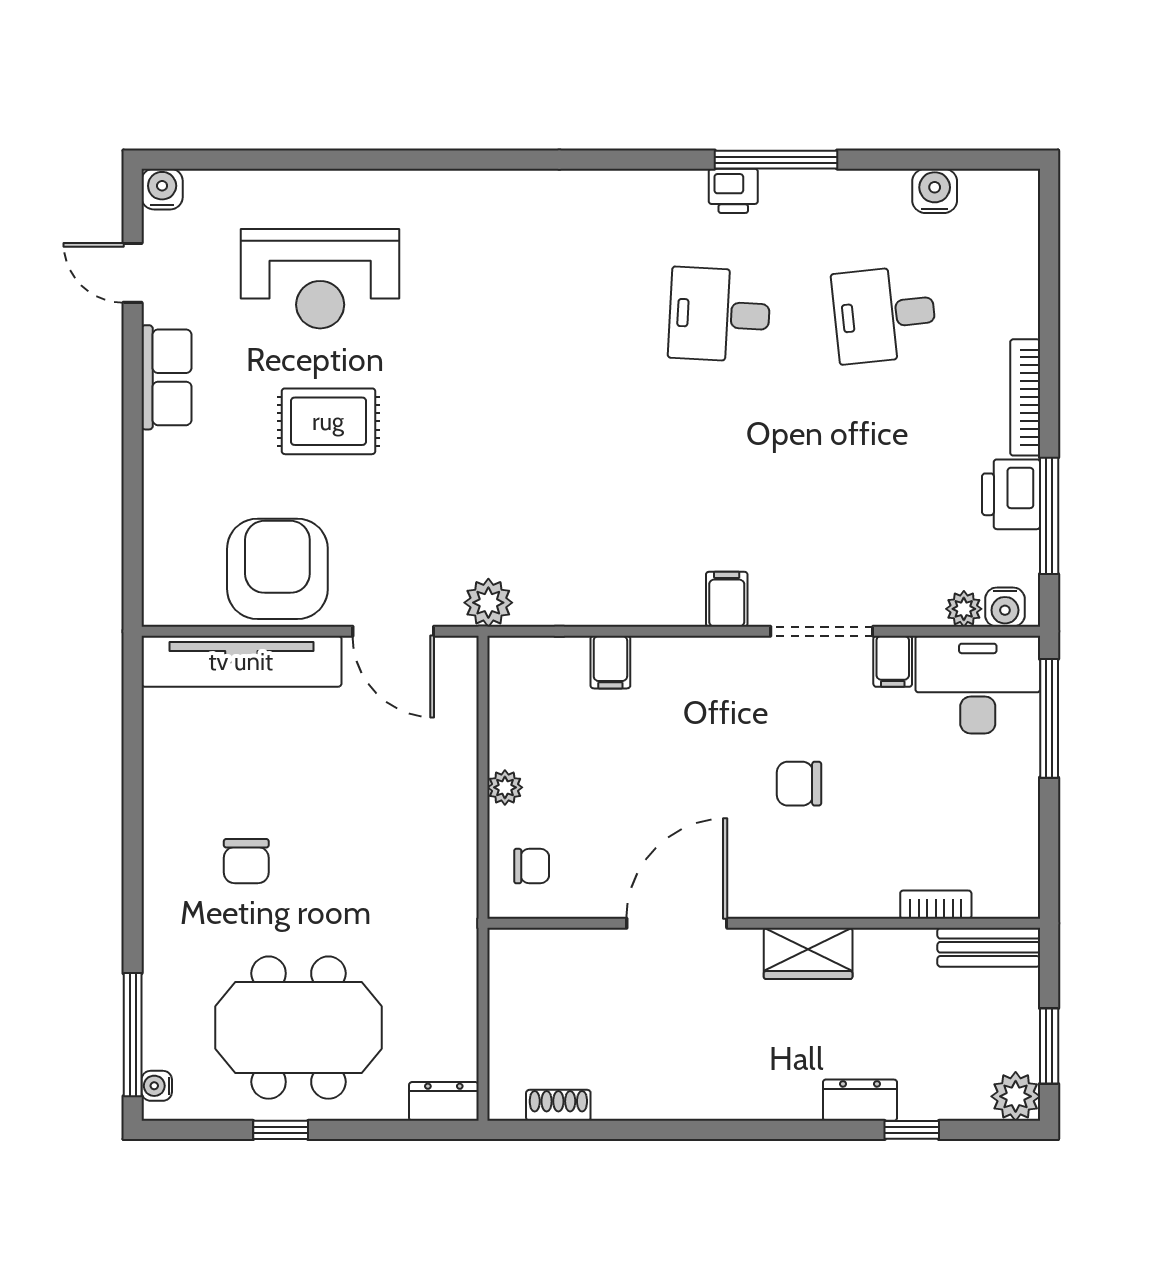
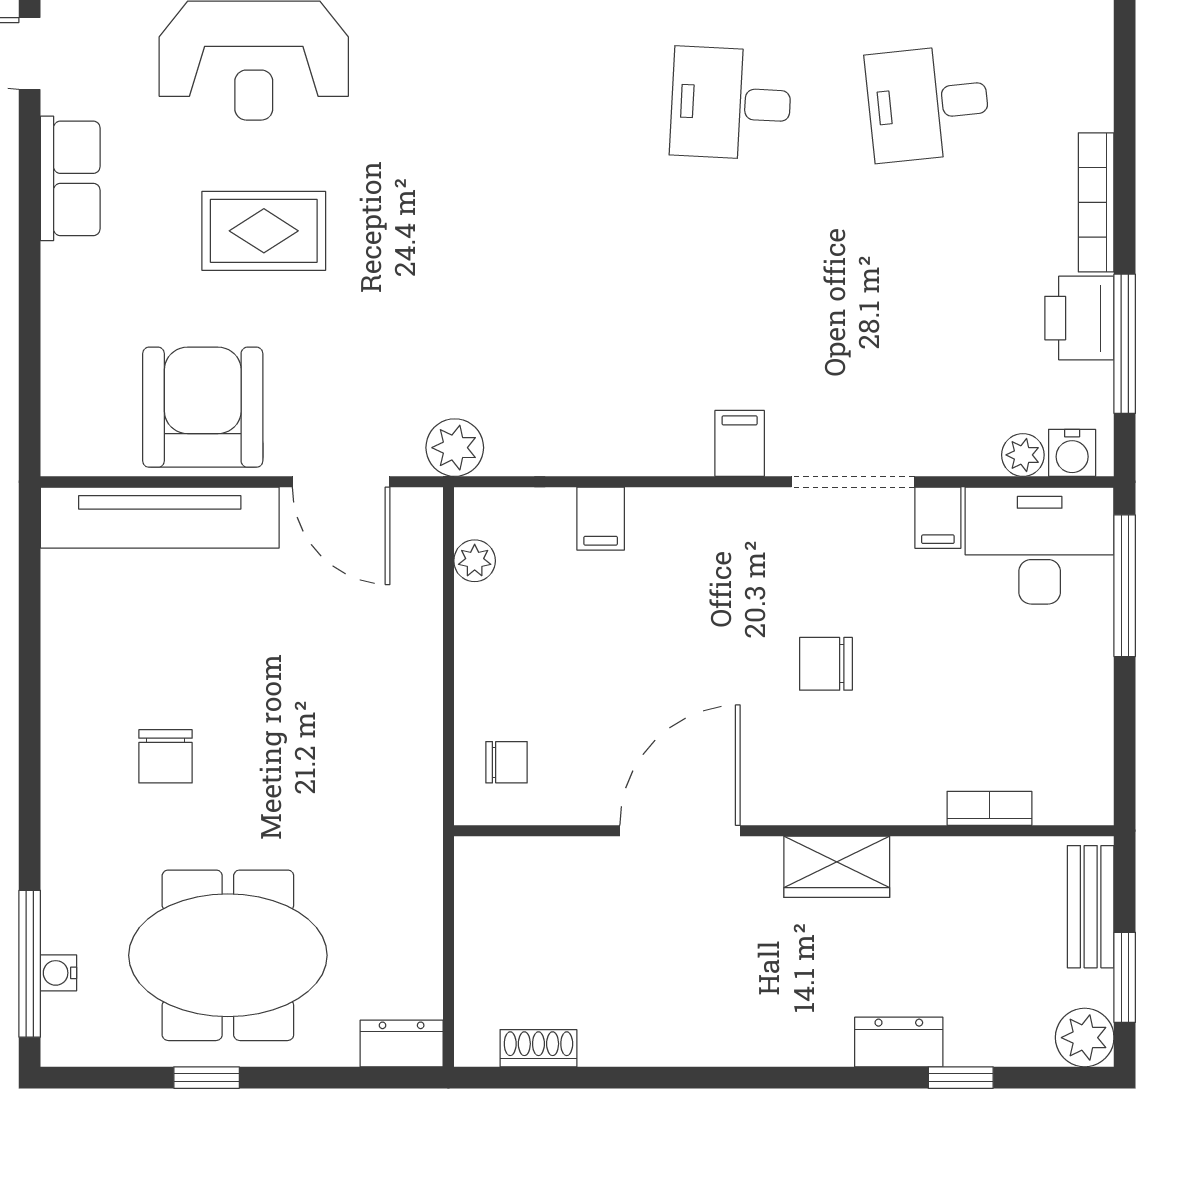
plant: (505, 787) -> (475, 561), moved
bench: (989, 947) -> (1091, 907), moved, turned 90
water cooler: (157, 1086) -> (58, 973), moved

